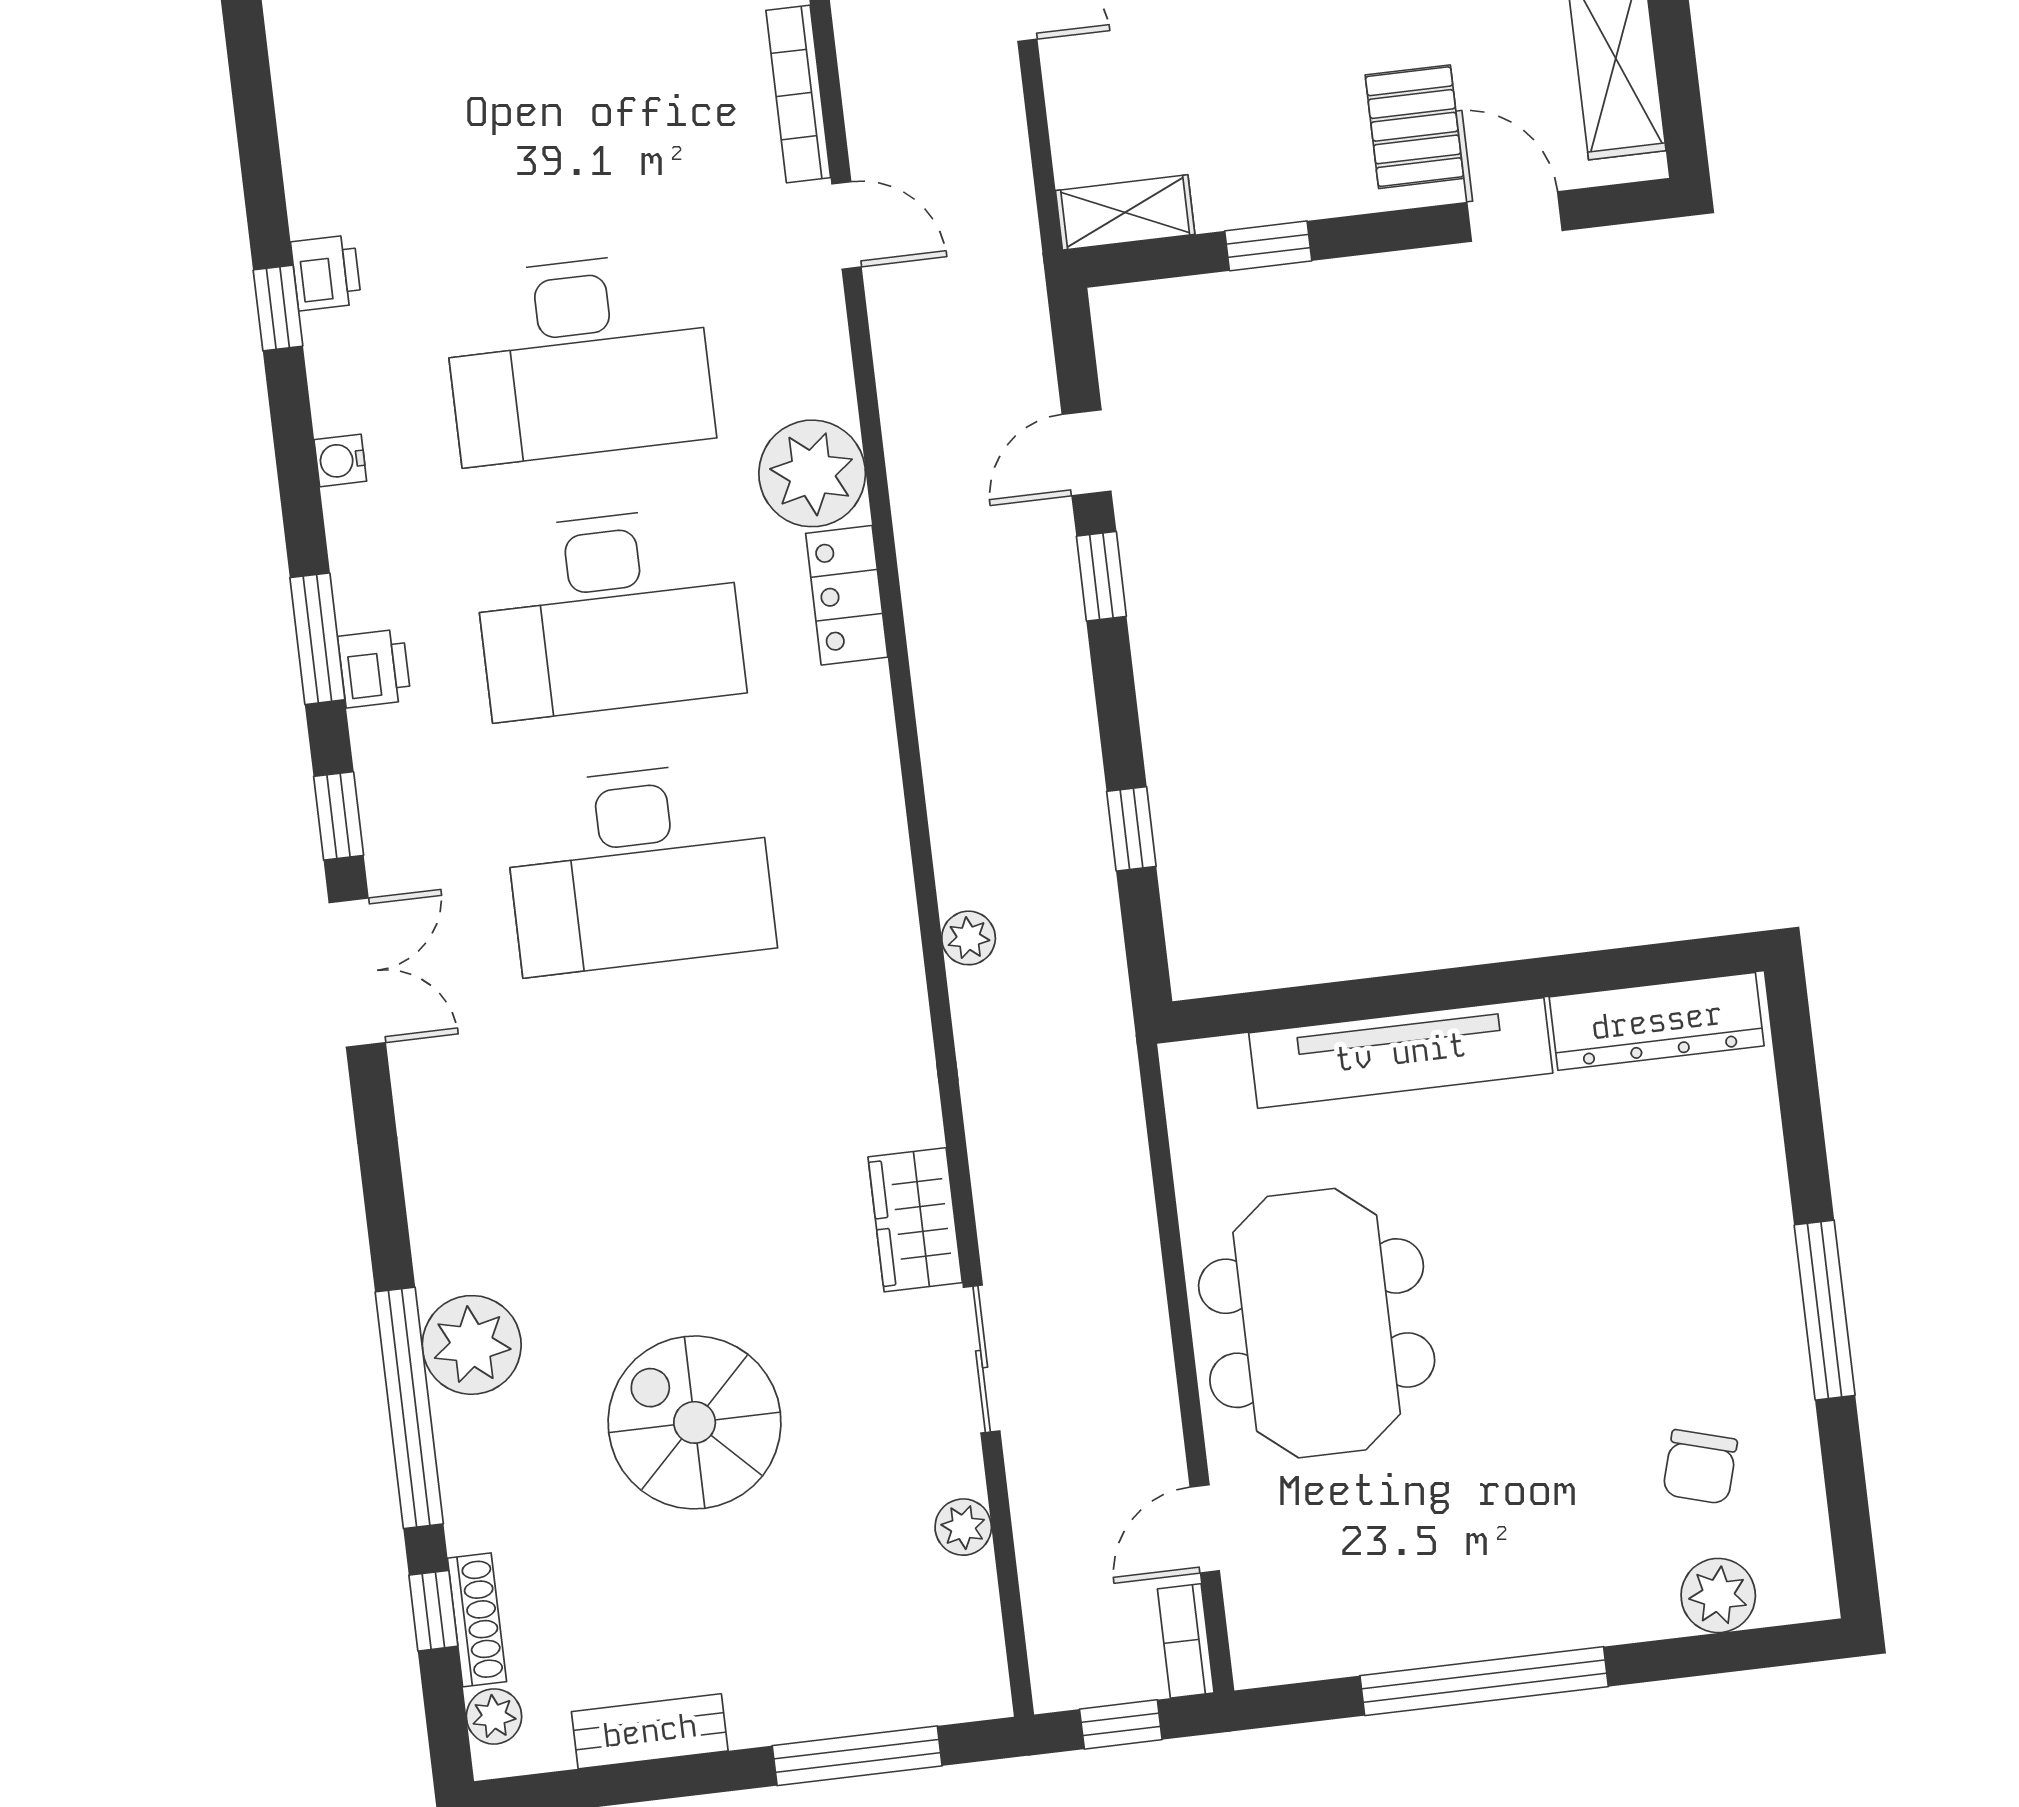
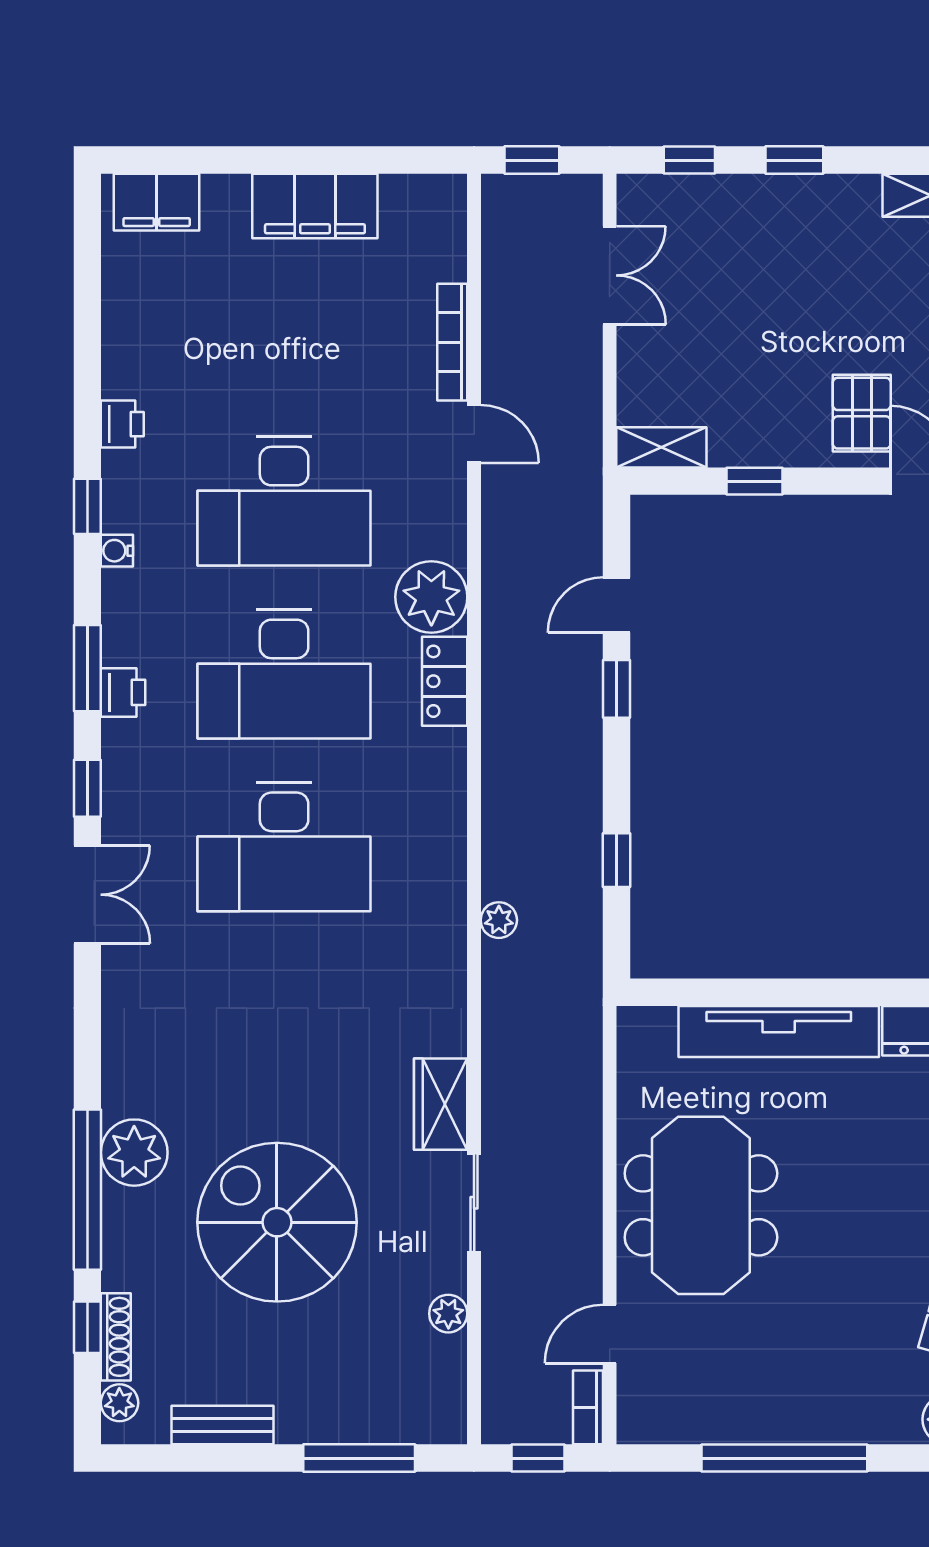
window: (278, 308) -> (87, 506), moved
spiral stairs: (695, 1422) -> (277, 1222), width x1.37, depth x1.37

